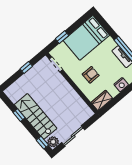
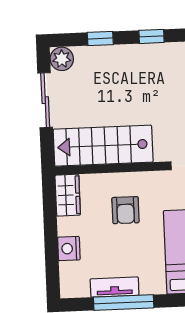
stairs: (36, 116) -> (103, 146), moved, turned 180
window: (42, 143) -> (100, 39), moved

